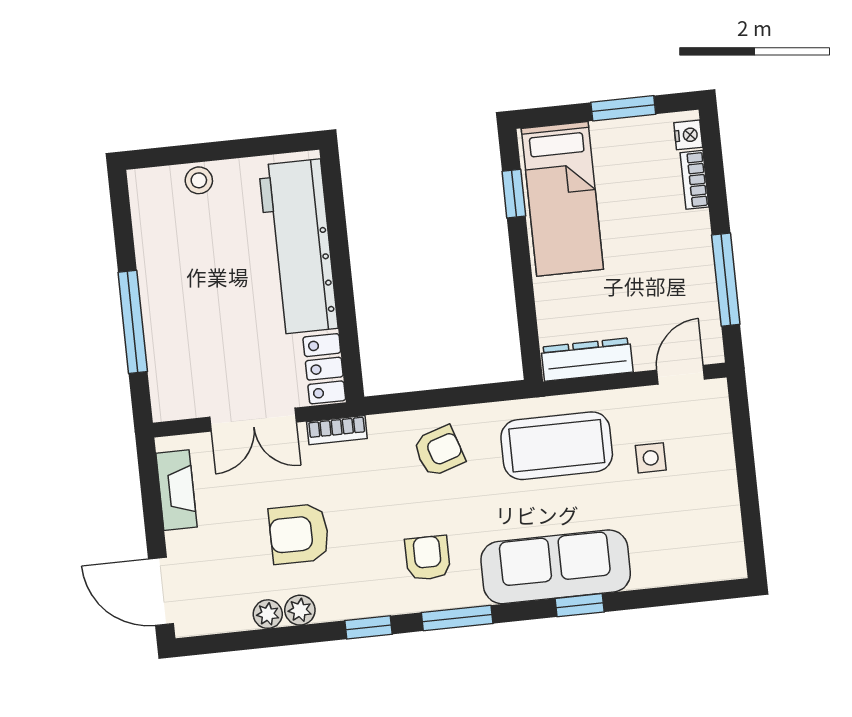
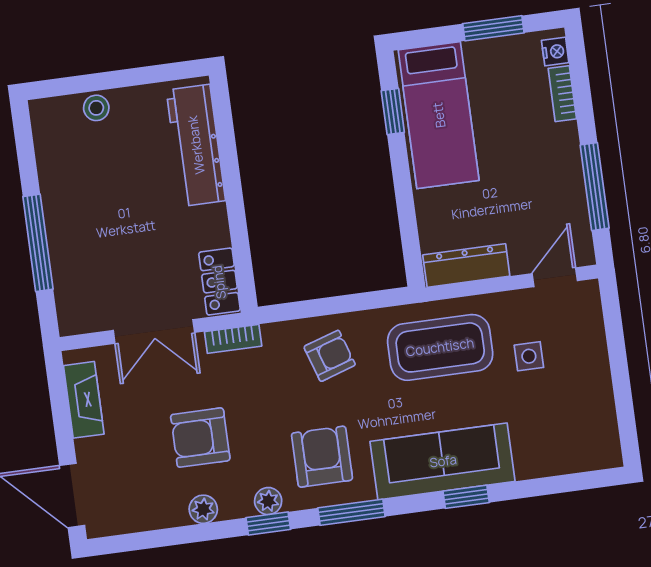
workbench: (298, 247) -> (196, 145), width x0.73, depth x0.76
armchair: (428, 558) -> (322, 457), width x1.38, depth x1.38
plant: (268, 614) -> (268, 501), moved

